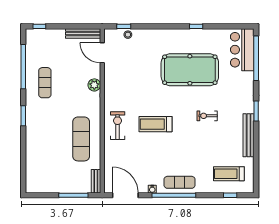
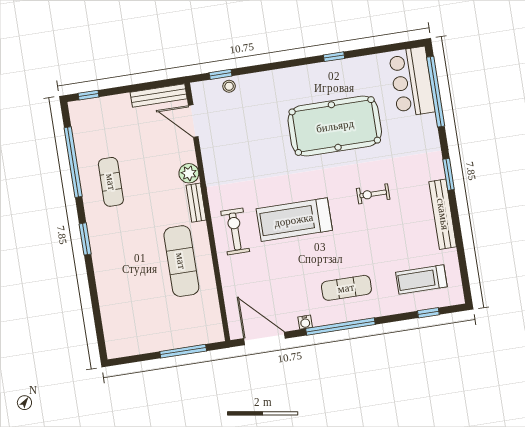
treadmill: (155, 124) -> (294, 220), width x1.37, depth x1.38
bench: (96, 181) -> (196, 203), moved
exercise mat: (180, 182) -> (346, 288), moved

